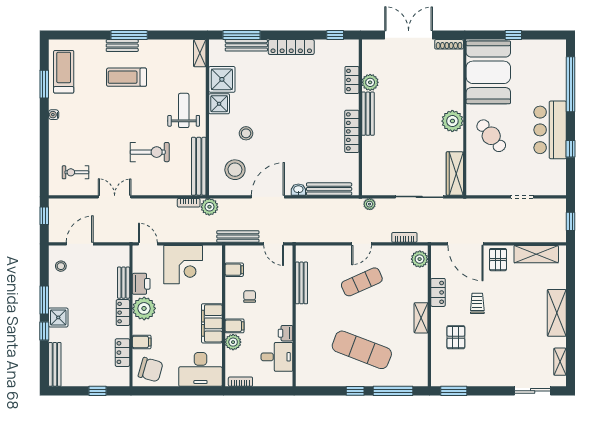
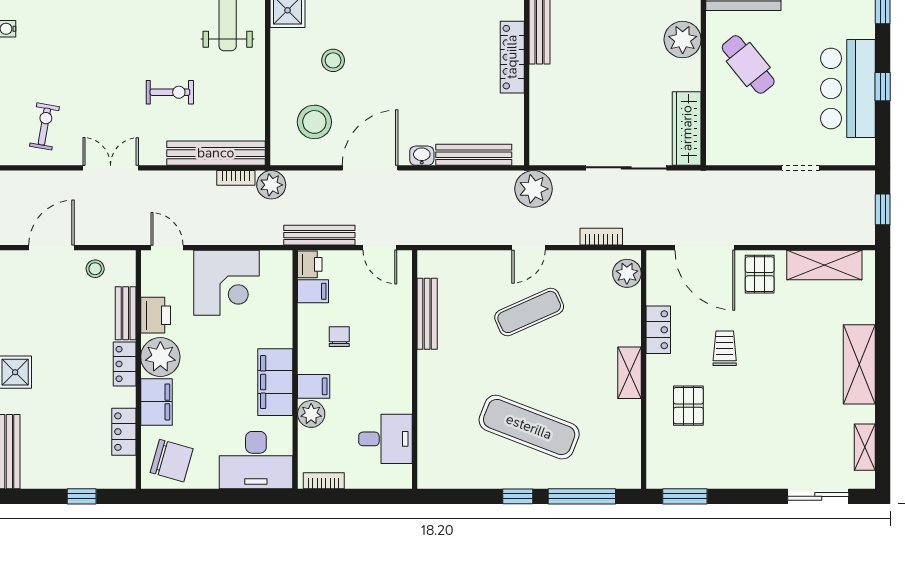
bar counter: (550, 130) -> (848, 88), moved
exercise bike: (150, 152) -> (170, 92), width x0.73, depth x0.72
bench: (199, 166) -> (216, 153), moved, turned 90
exercise bike: (76, 172) -> (44, 126), turned 100
plant: (370, 204) -> (534, 189), width x1.88, depth x1.88
stool: (61, 266) -> (95, 269), moved
printer: (286, 333) -> (310, 264), moved, turned 180
filing cabinet: (142, 342) -> (156, 402), width x2.00

